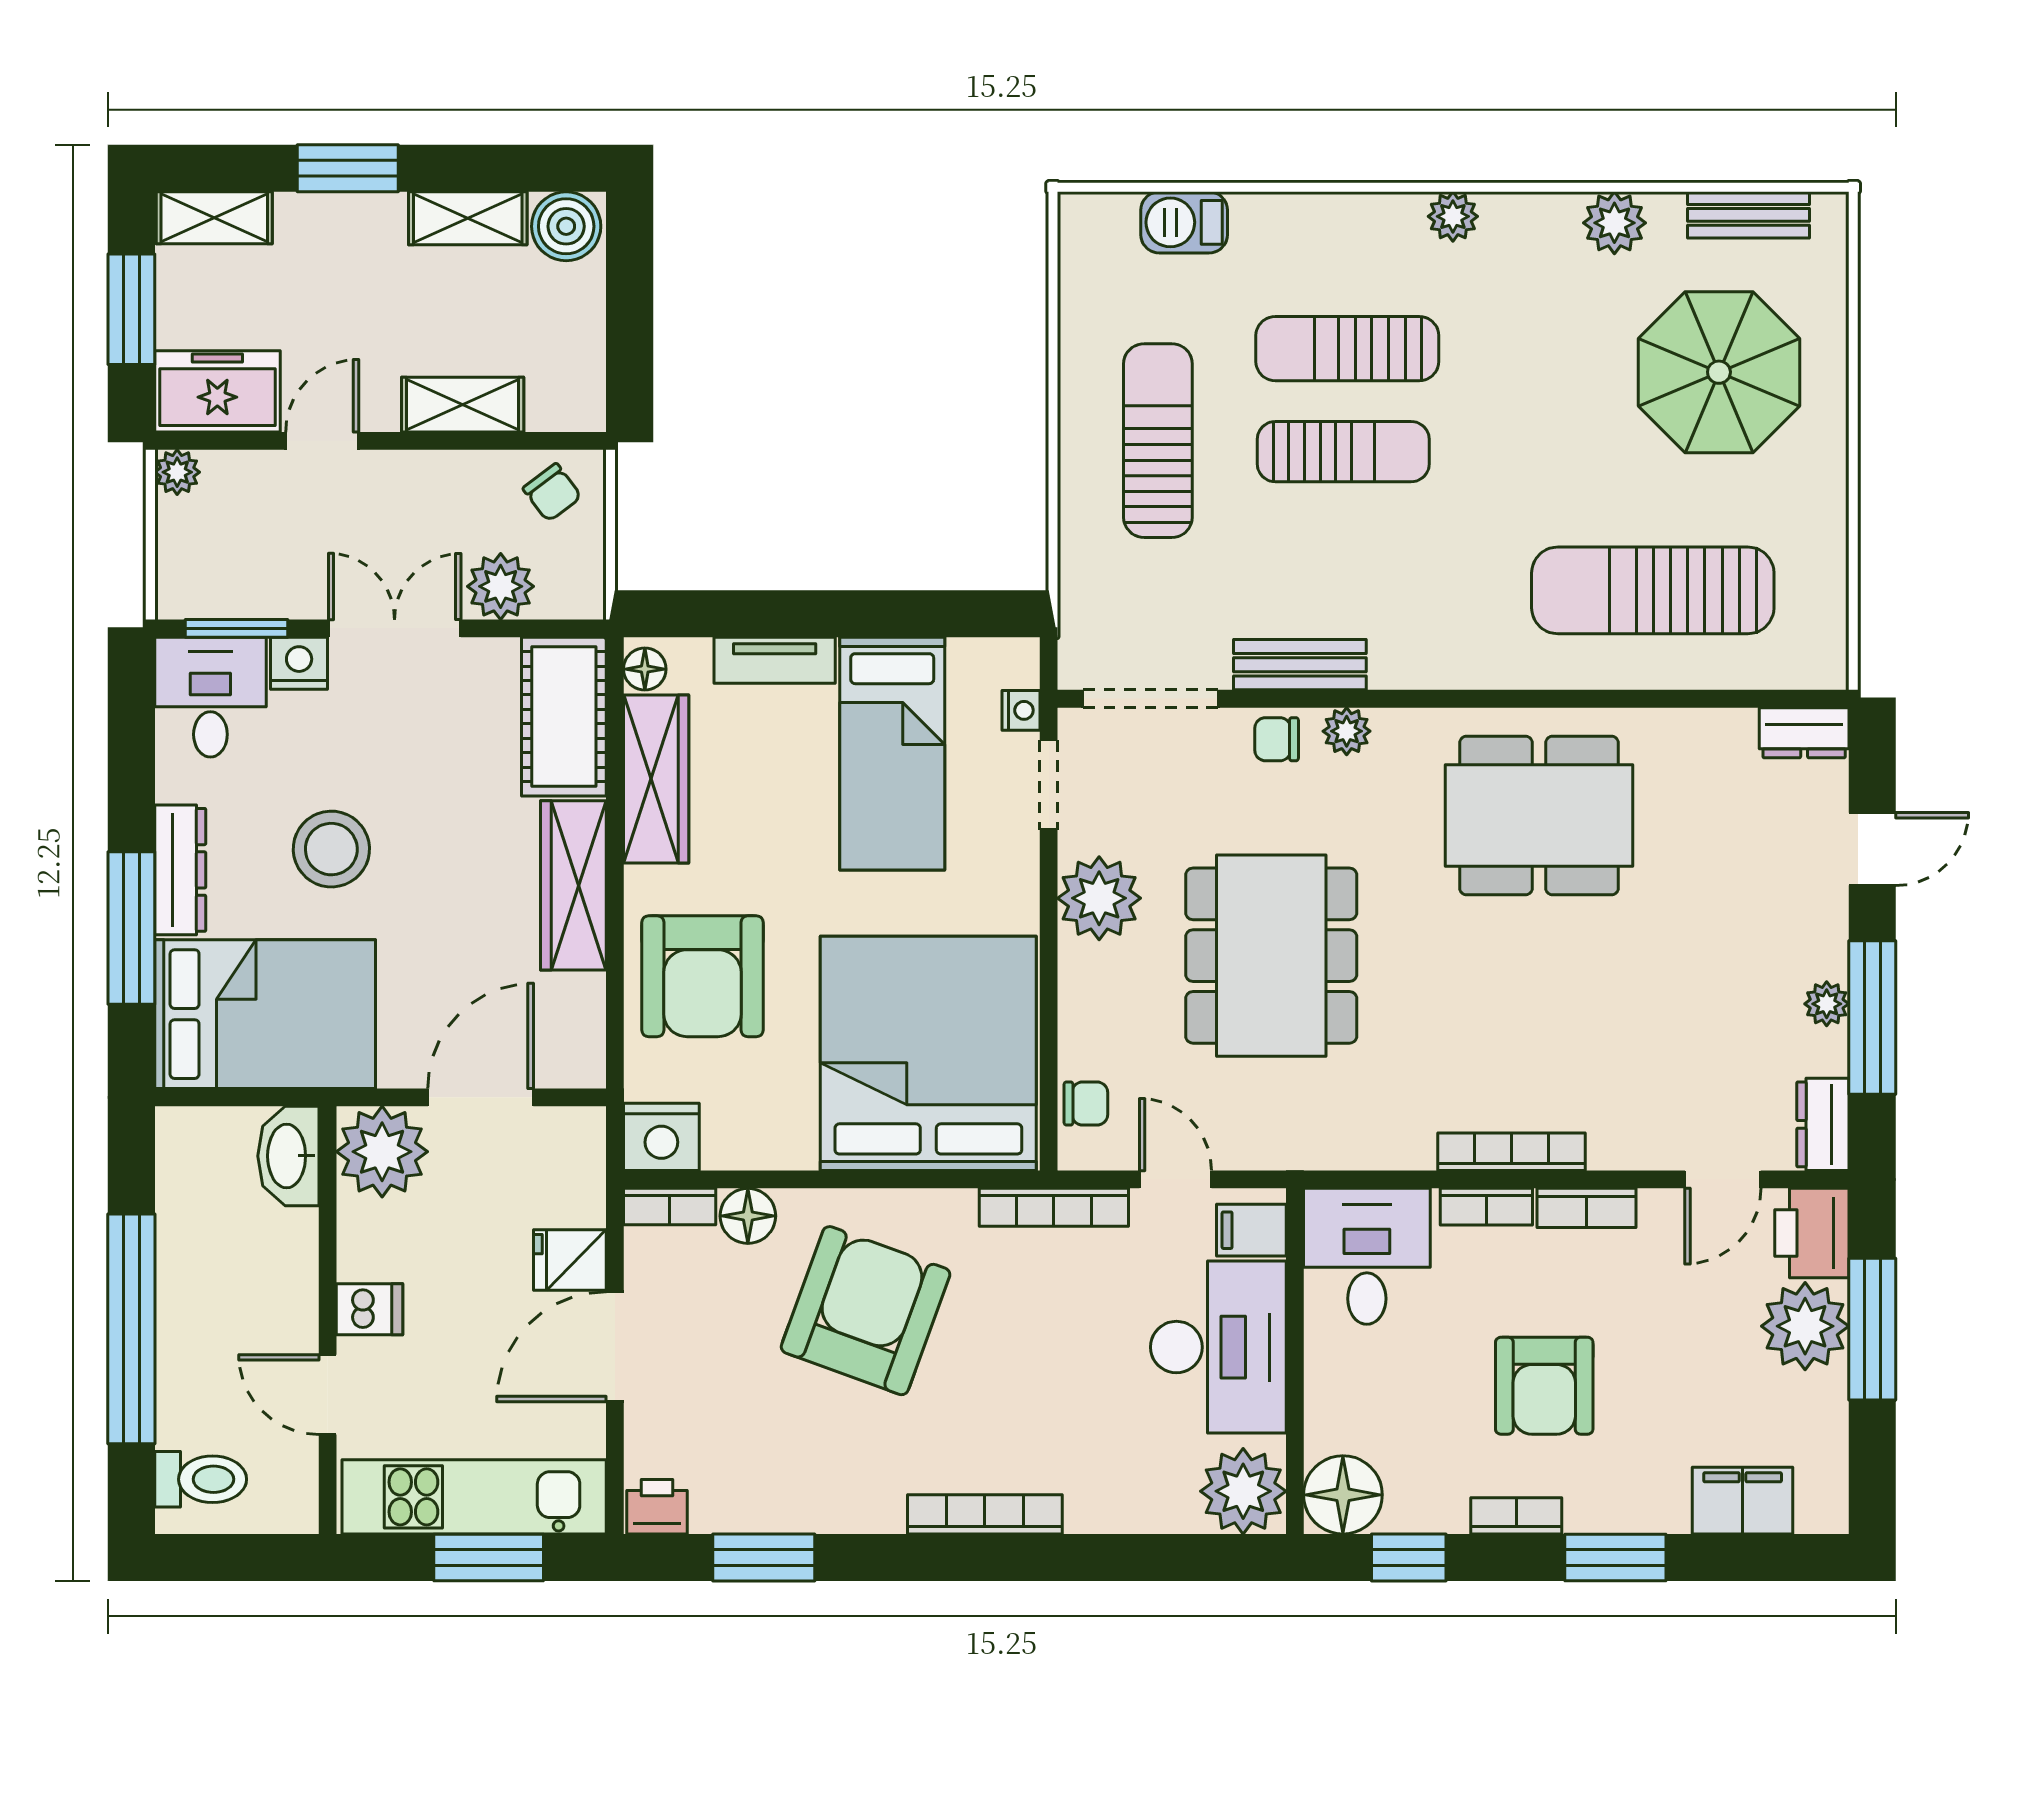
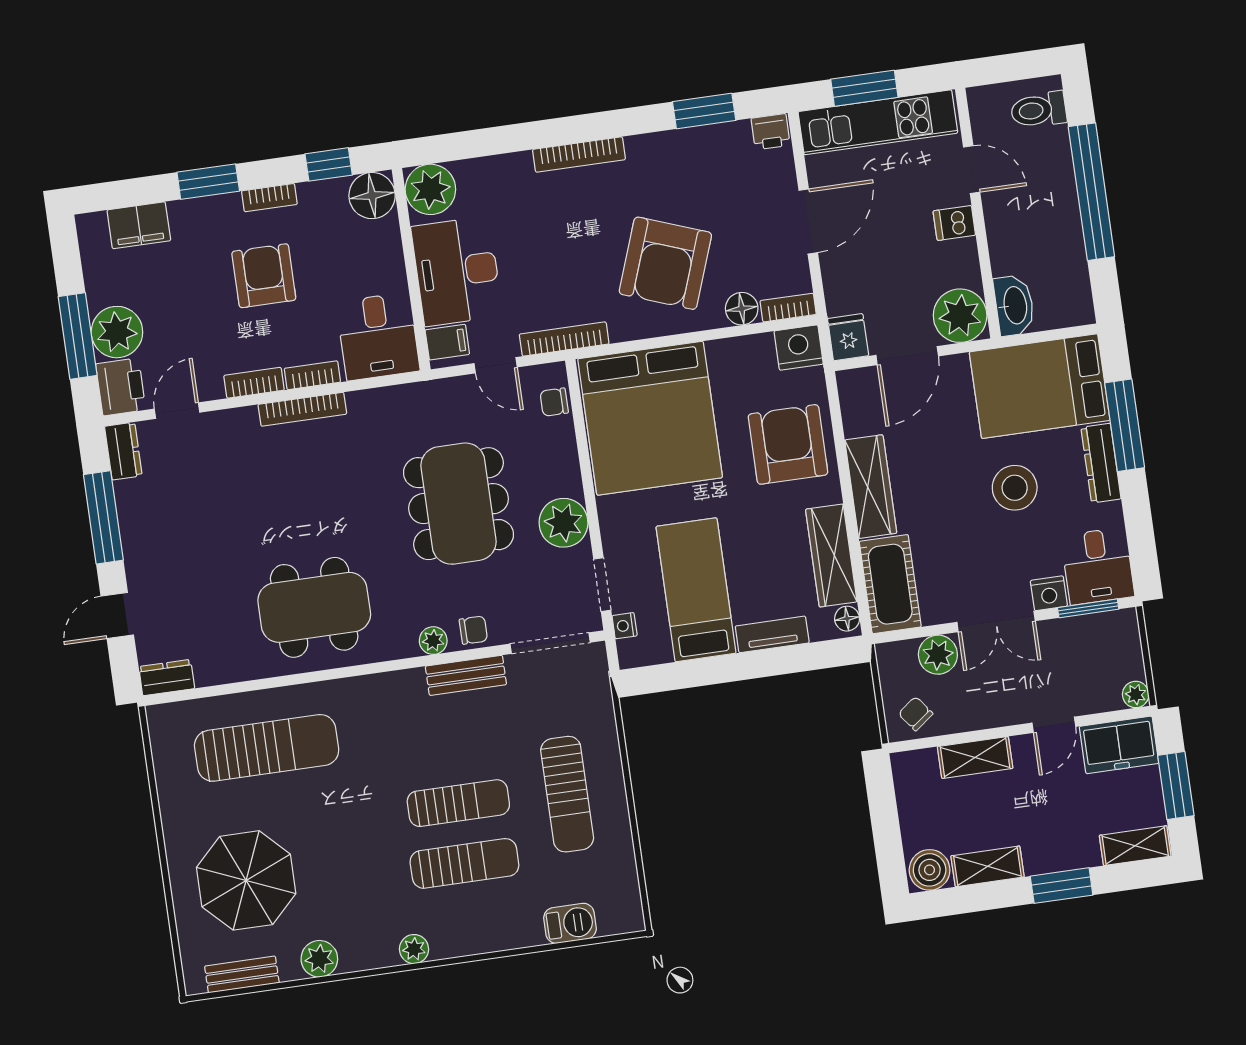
sun lounger: (1343, 452) -> (458, 803), turned 180
plant: (1827, 1004) -> (131, 522), removed
fridge: (570, 1260) -> (848, 337), moved, turned -90

